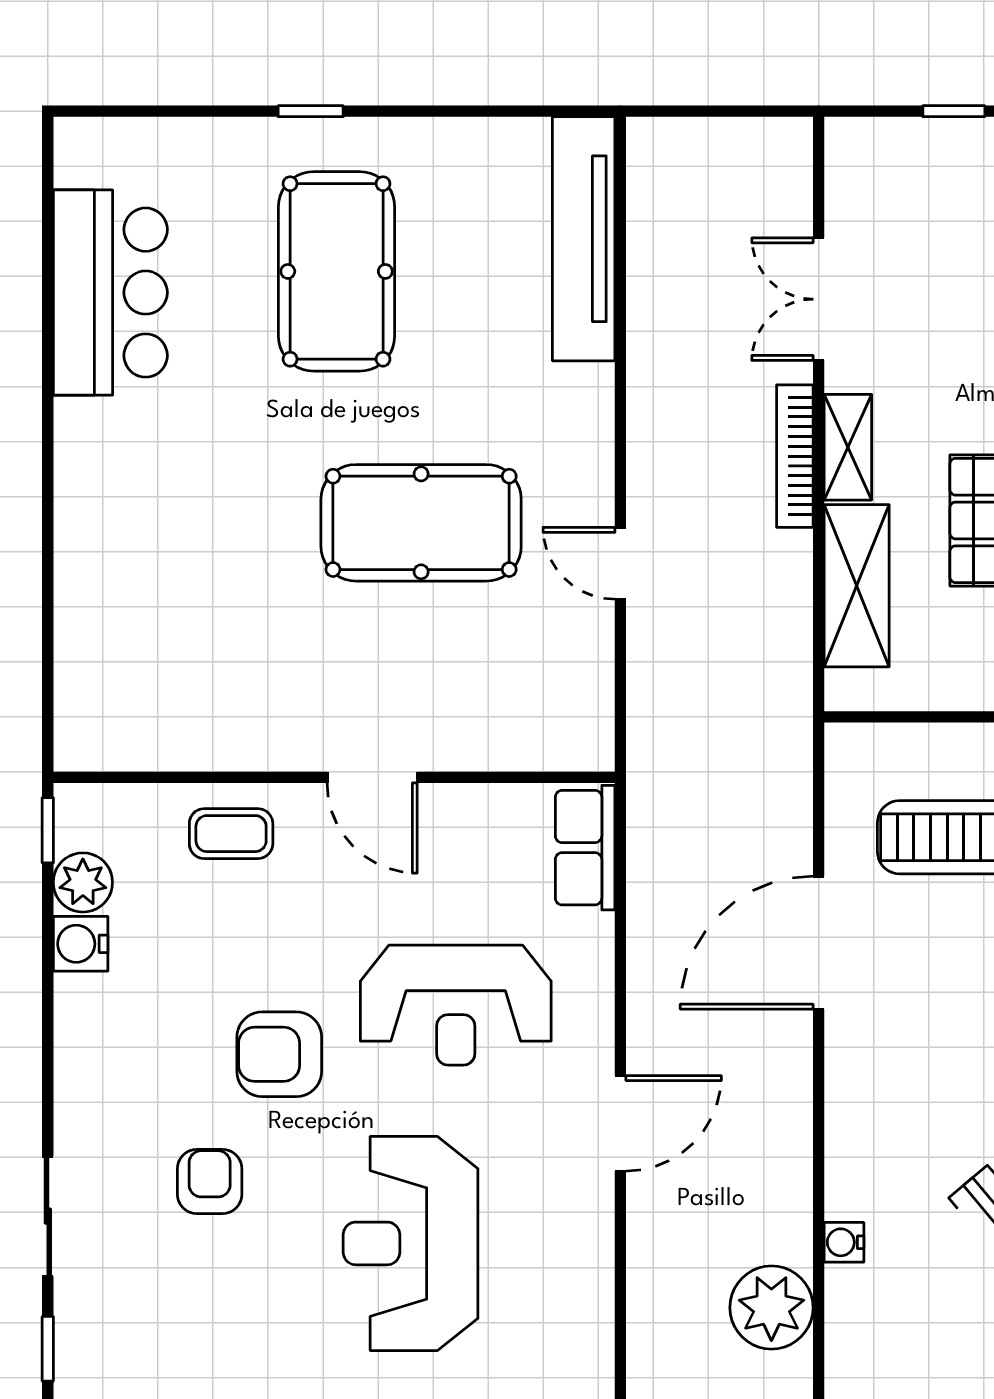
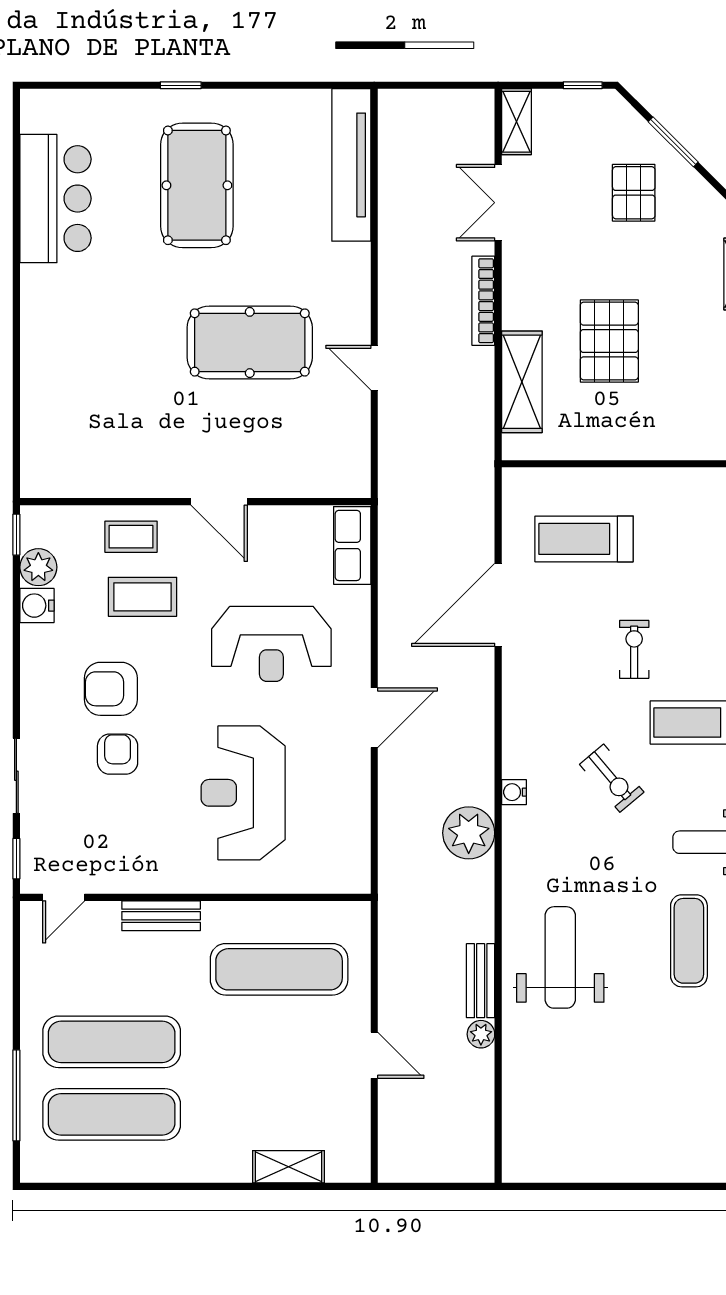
shelving: (848, 447) -> (516, 122), moved
coffee table: (250, 930) -> (143, 597), added
armchair: (279, 1054) -> (111, 689), moved

